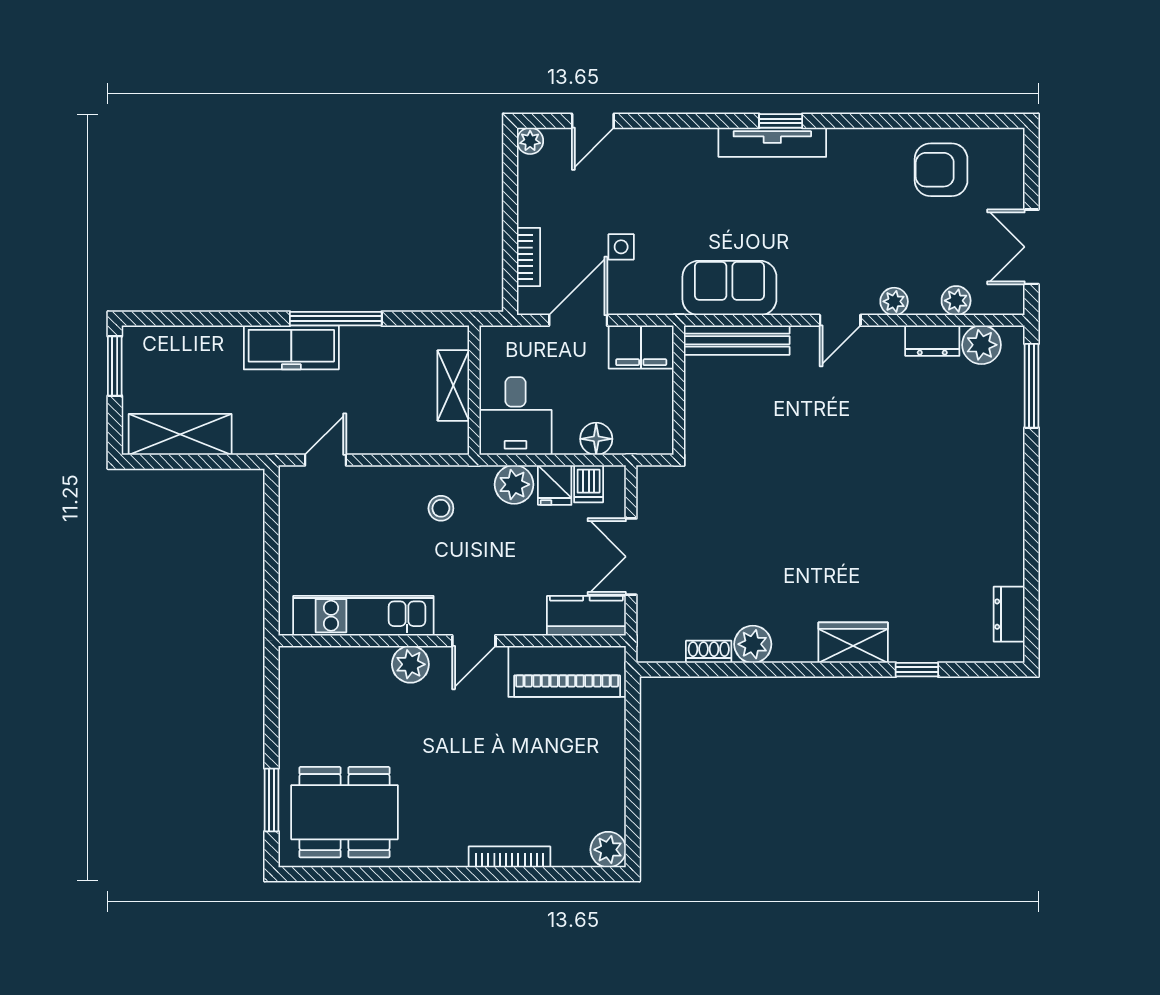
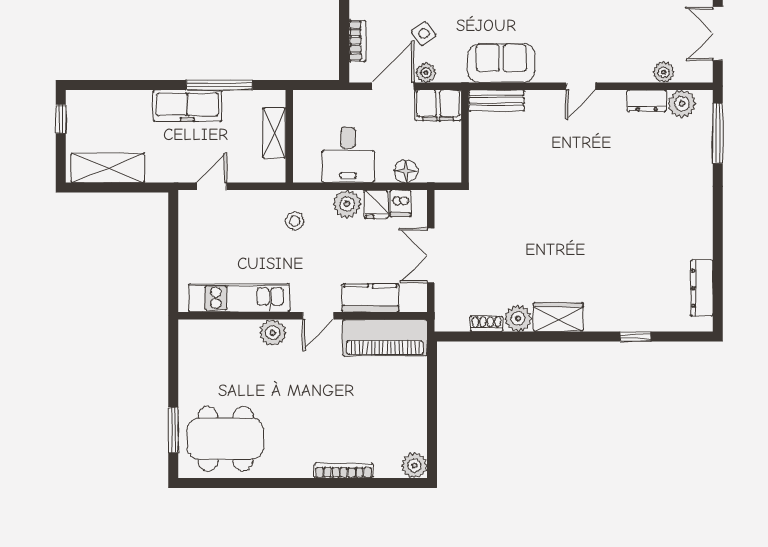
side table: (621, 247) -> (424, 34), turned -37
plant: (894, 301) -> (426, 73), moved
bench: (737, 340) -> (496, 100), width x0.73
window: (115, 366) -> (61, 119), width x0.67
shelving: (453, 385) -> (274, 133), moved
wall: (474, 390) -> (289, 136), moved
dresser: (1009, 614) -> (702, 288), width x1.44
kitchen counter: (586, 616) -> (370, 298), moved
wardrobe: (853, 643) -> (558, 317), moved

